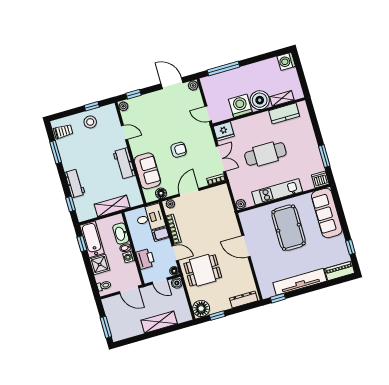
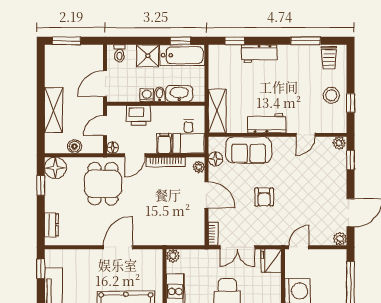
shelving: (112, 206) -> (217, 111), moved
boiler: (177, 283) -> (75, 146), moved
dresser: (244, 299) -> (51, 225), width x0.70

